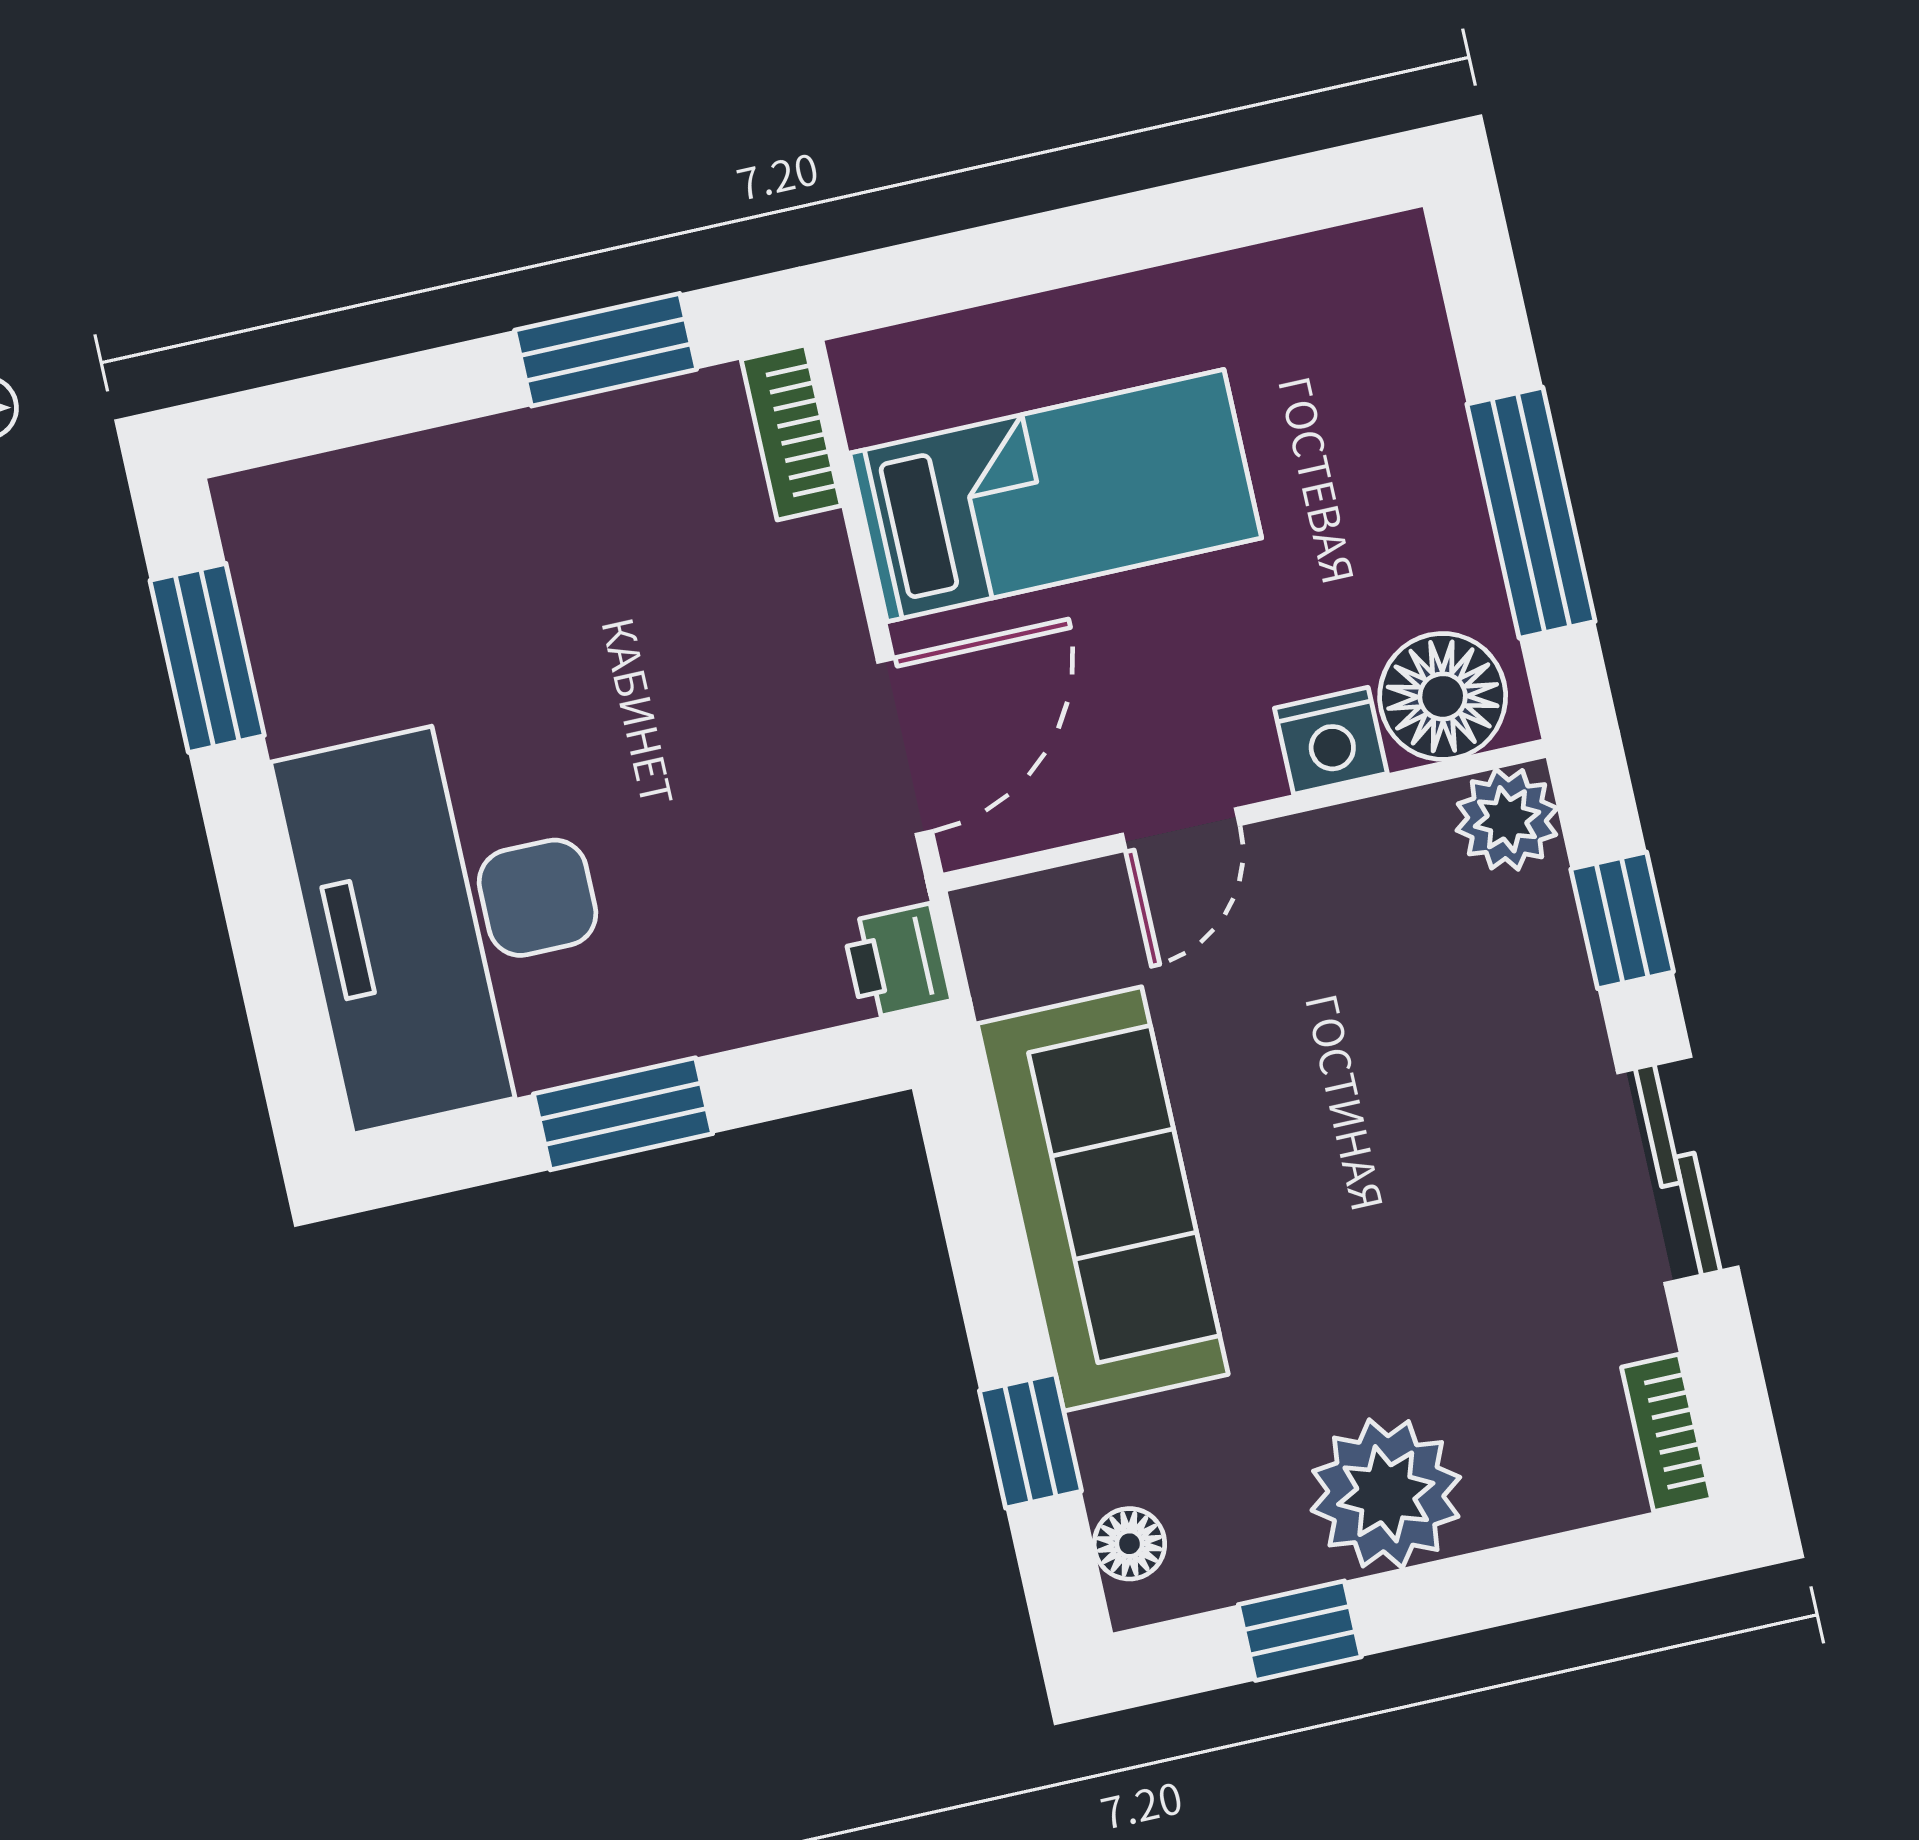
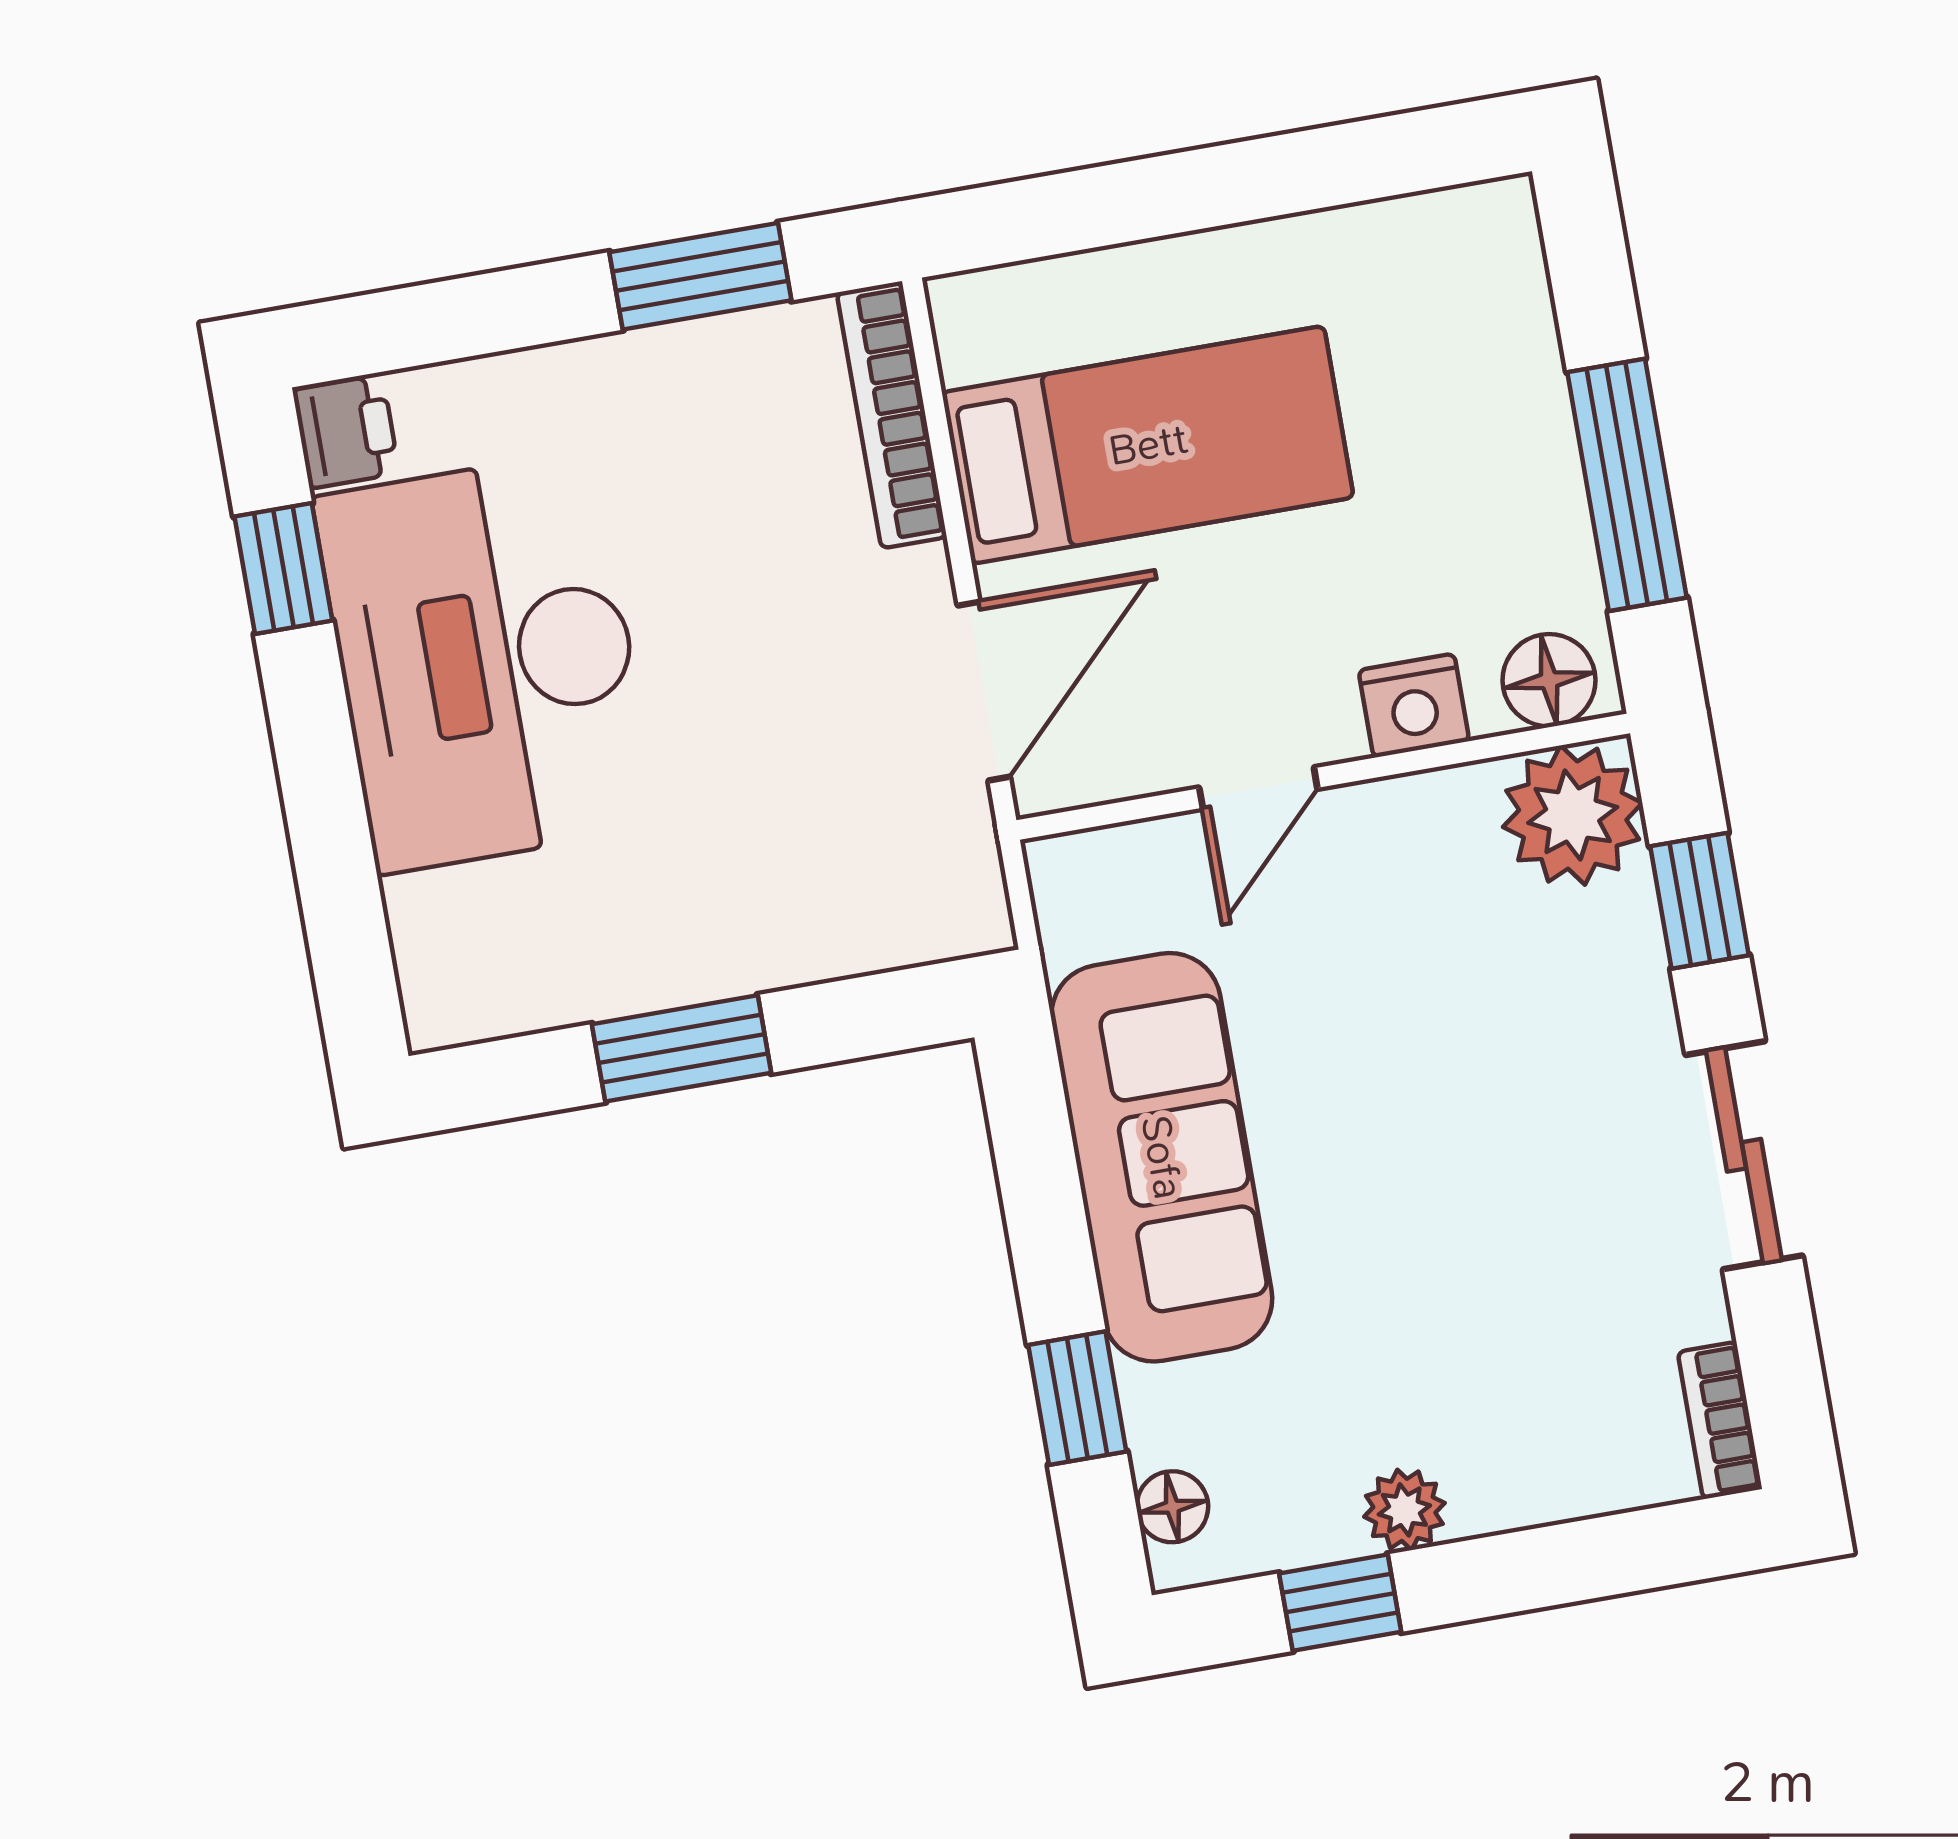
bookcase: (791, 433) -> (892, 415), width x1.56
window: (207, 658) -> (283, 568), width x0.67
floor lamp: (1443, 696) -> (1549, 680), width x0.73, depth x0.73
plant: (1507, 819) -> (1573, 815), width x1.36, depth x1.36
desk: (451, 917) -> (486, 662), moved
printer: (897, 962) -> (346, 432), moved, turned 180
plant: (1386, 1494) -> (1404, 1510), width x0.53, depth x0.53

